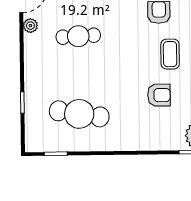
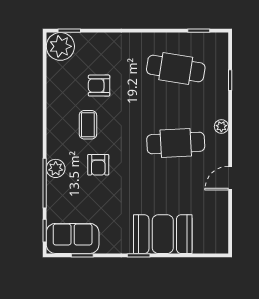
plant: (30, 26) -> (221, 127), moved
cafe table: (78, 36) -> (176, 143), width x1.37, depth x1.35

